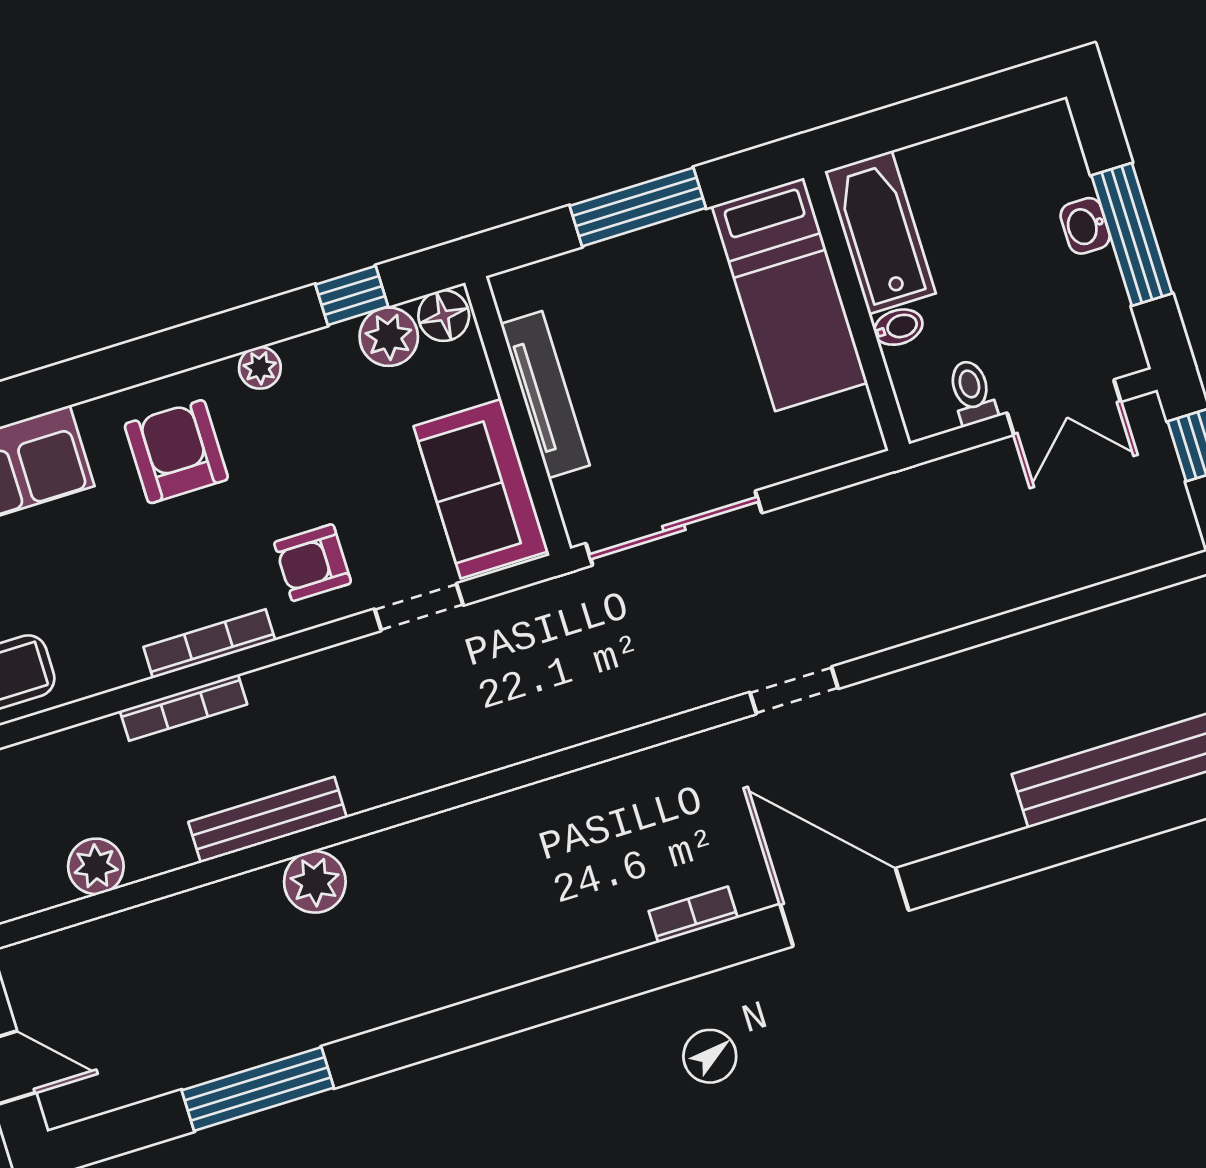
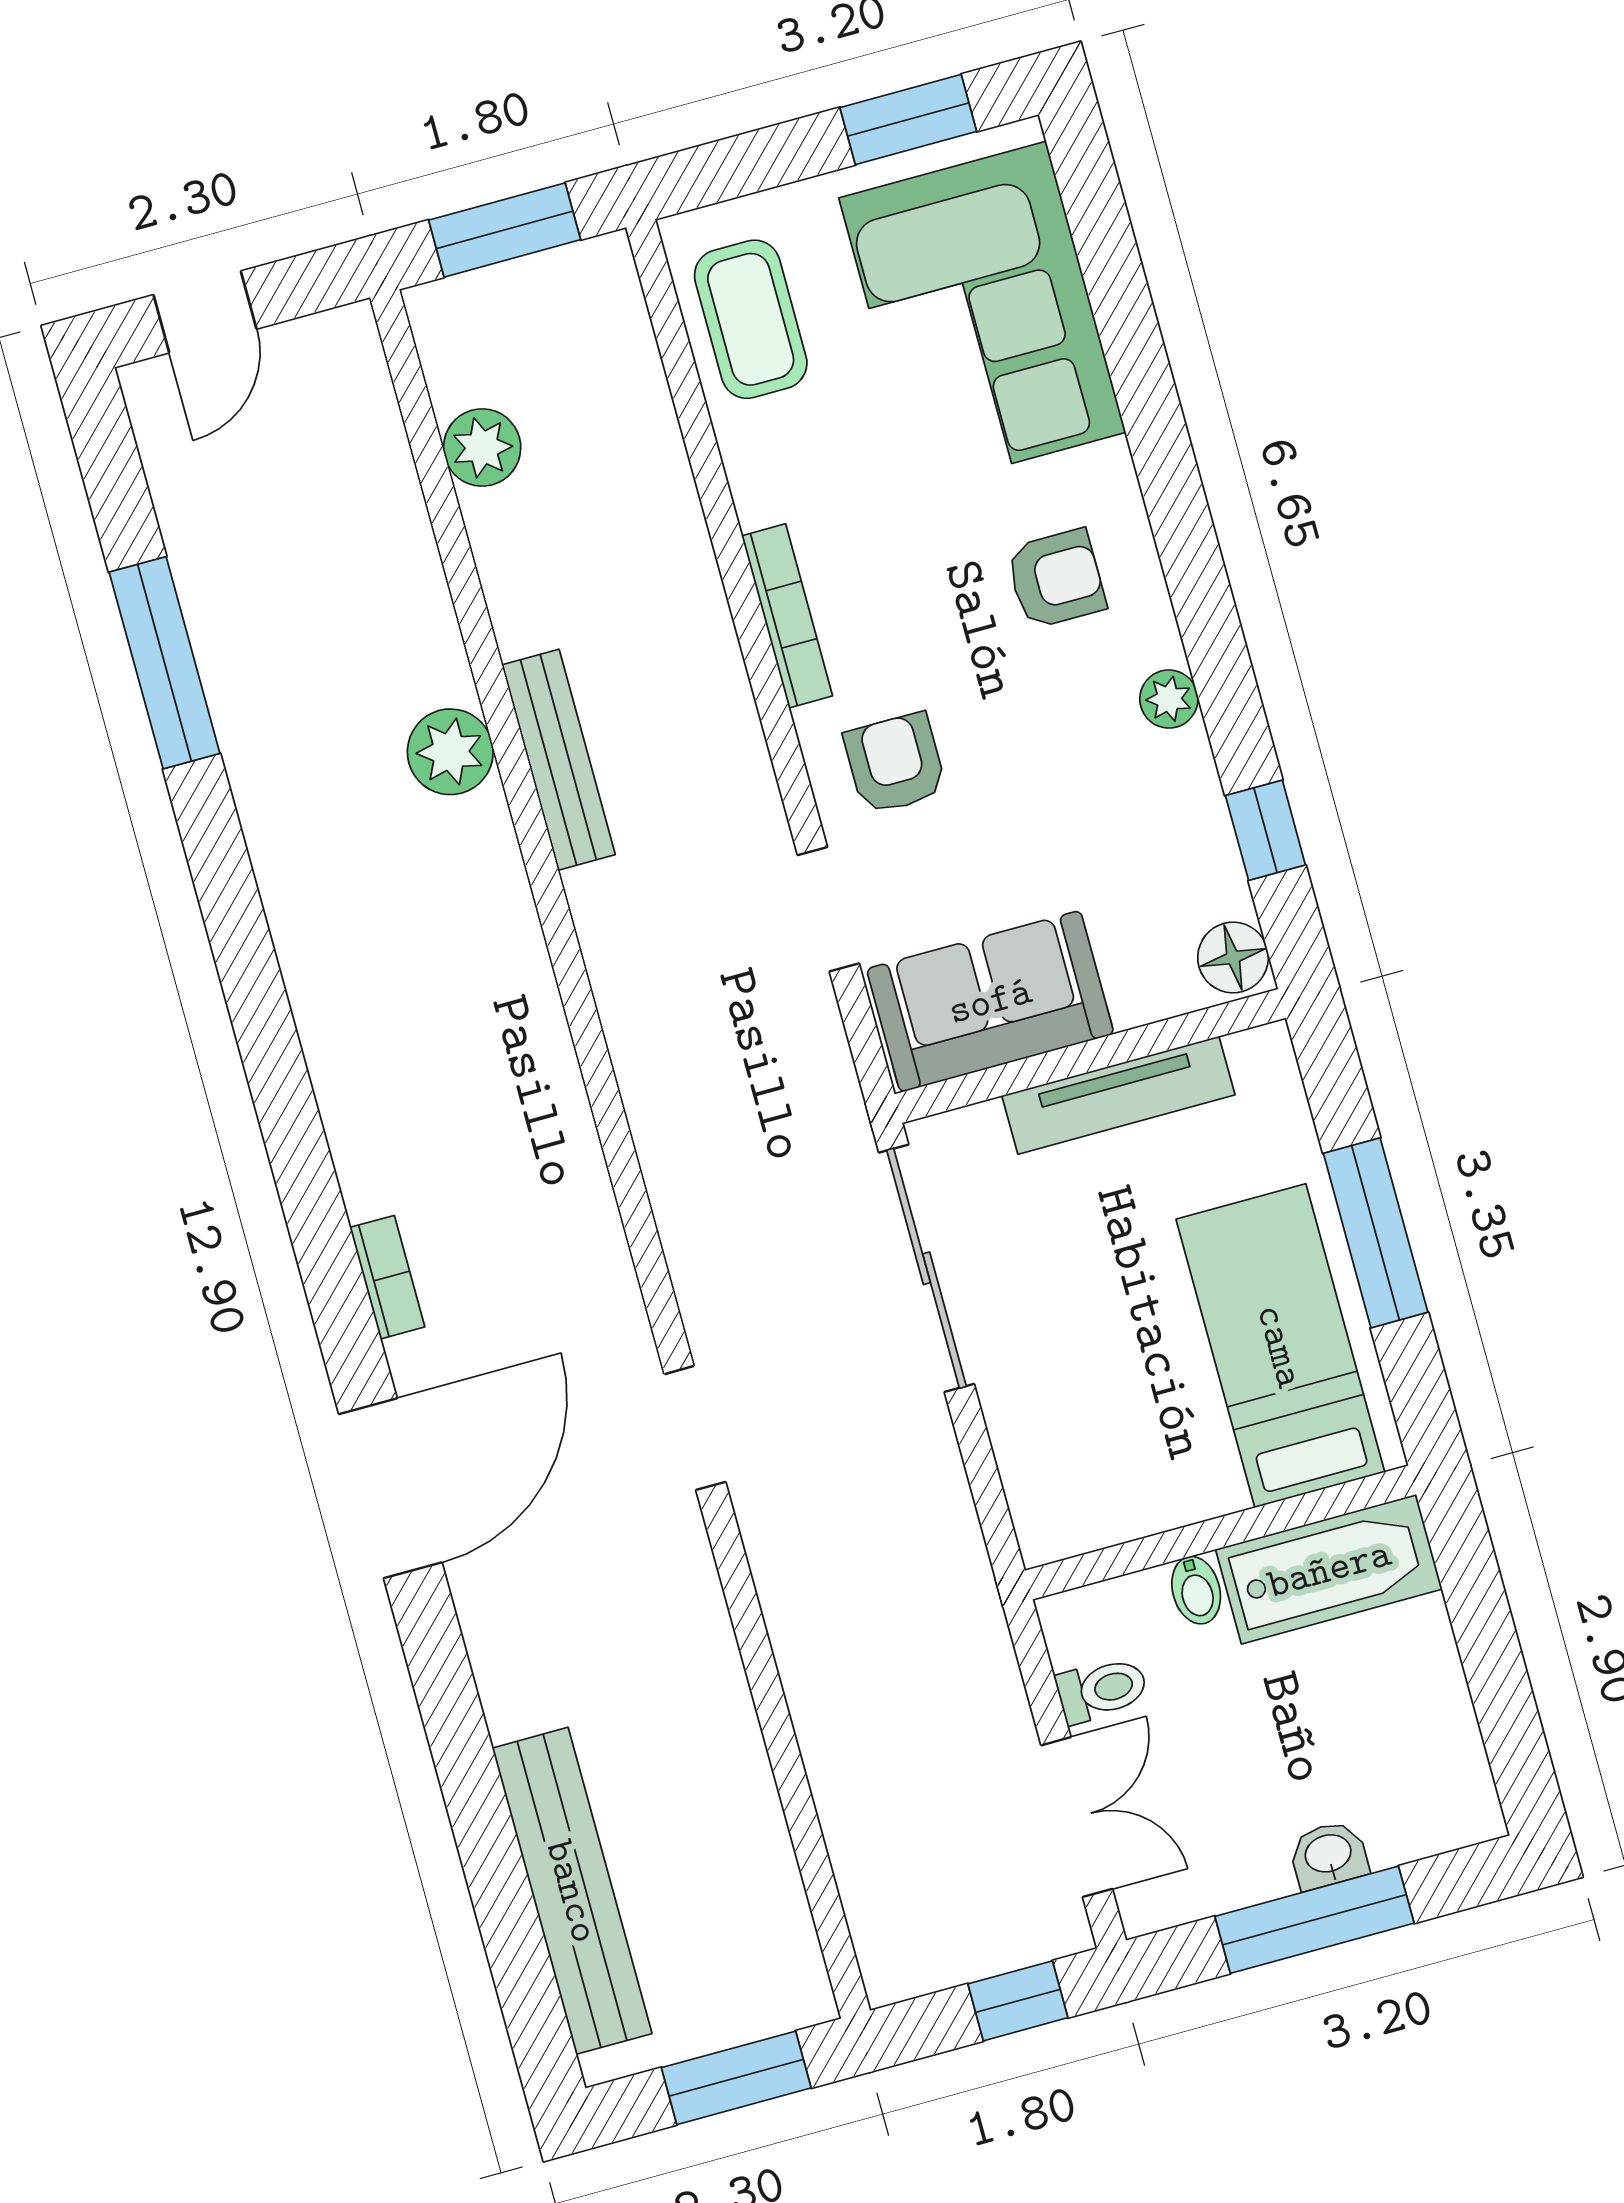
bed: (790, 294) -> (1280, 1346), moved, turned 90
plant: (389, 337) -> (1206, 880), removed
double door: (1064, 407) -> (1077, 1817), swing flipped
armchair: (176, 452) -> (1056, 579), width x0.72, depth x0.72
bookcase: (184, 708) -> (699, 577), removed
bench: (268, 820) -> (558, 760), moved

